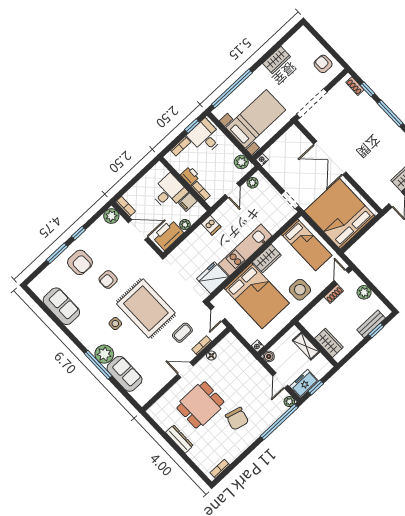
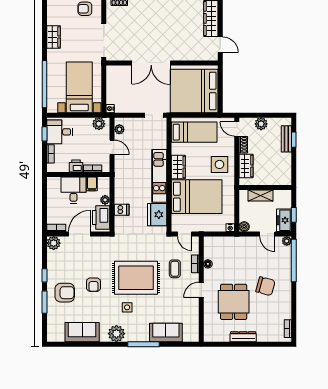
dishwasher: (211, 225) -> (122, 210), moved
wardrobe: (329, 343) -> (246, 166), moved, turned 90
plant: (104, 354) -> (116, 334), moved

